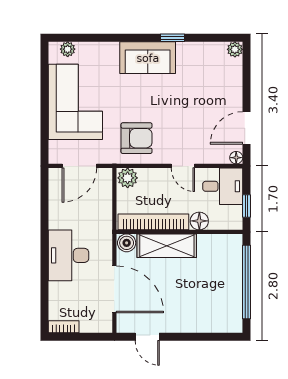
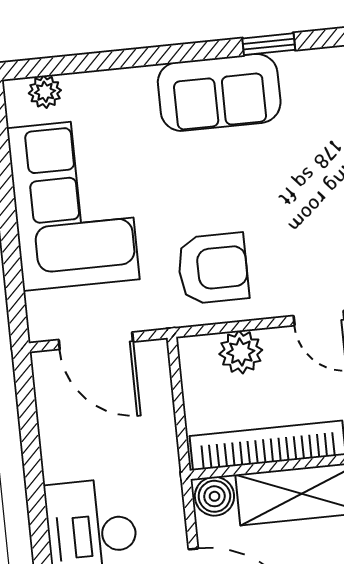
door: (79, 166) -> (96, 341), hinge flipped
plant: (128, 178) -> (241, 352), moved

